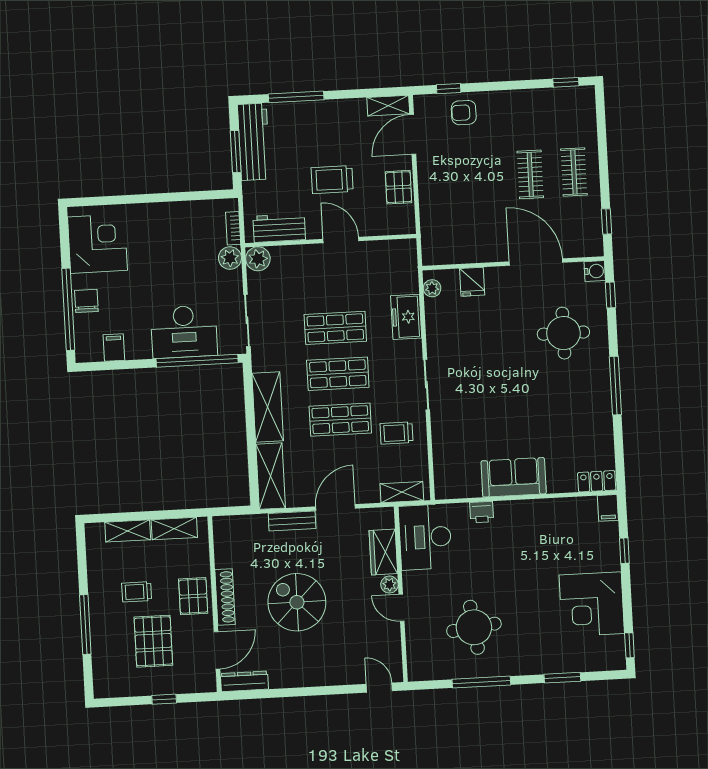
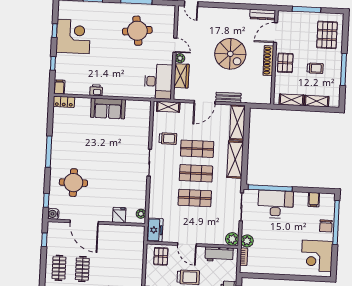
pallet: (399, 187) -> (161, 256), moved
freezer: (406, 317) -> (155, 230), moved
printer: (482, 512) -> (96, 90), moved
window: (85, 625) -> (344, 69), moved
pallet: (153, 641) -> (327, 35), moved
window: (629, 645) -> (55, 31), moved
window: (164, 699) -> (306, 9), width x2.17

